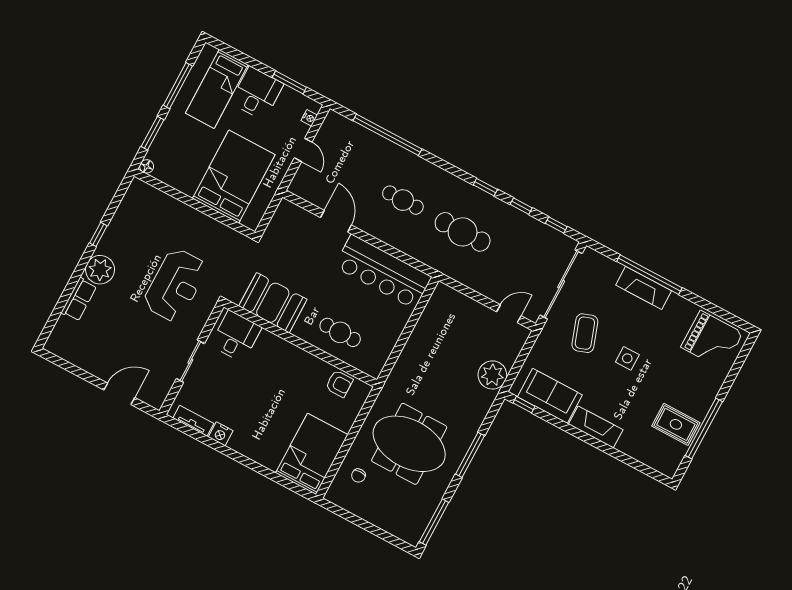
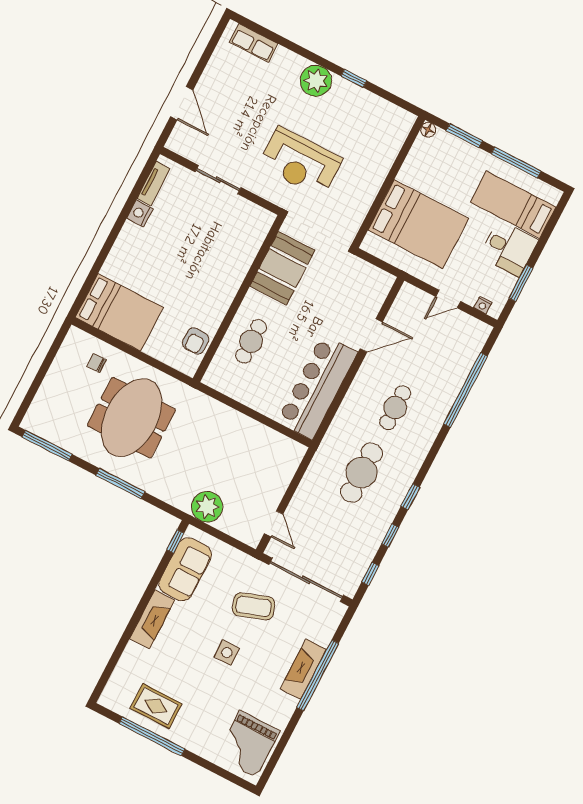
row of seats: (79, 299) -> (254, 43), moved
desk: (236, 336) -> (246, 229), removed
rug: (676, 424) -> (156, 706), turned 90

